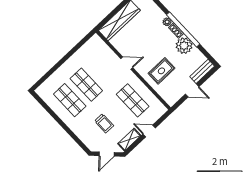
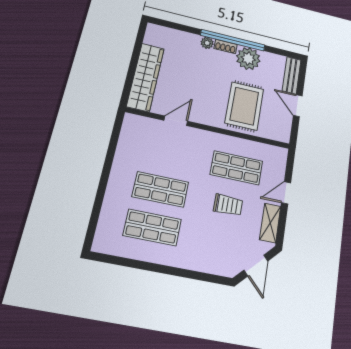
door: (127, 63) -> (176, 121), moved
rug: (161, 71) -> (244, 106), width x1.36, depth x1.43
door: (192, 90) -> (298, 106), swing flipped
trolley: (104, 123) -> (228, 205), moved

